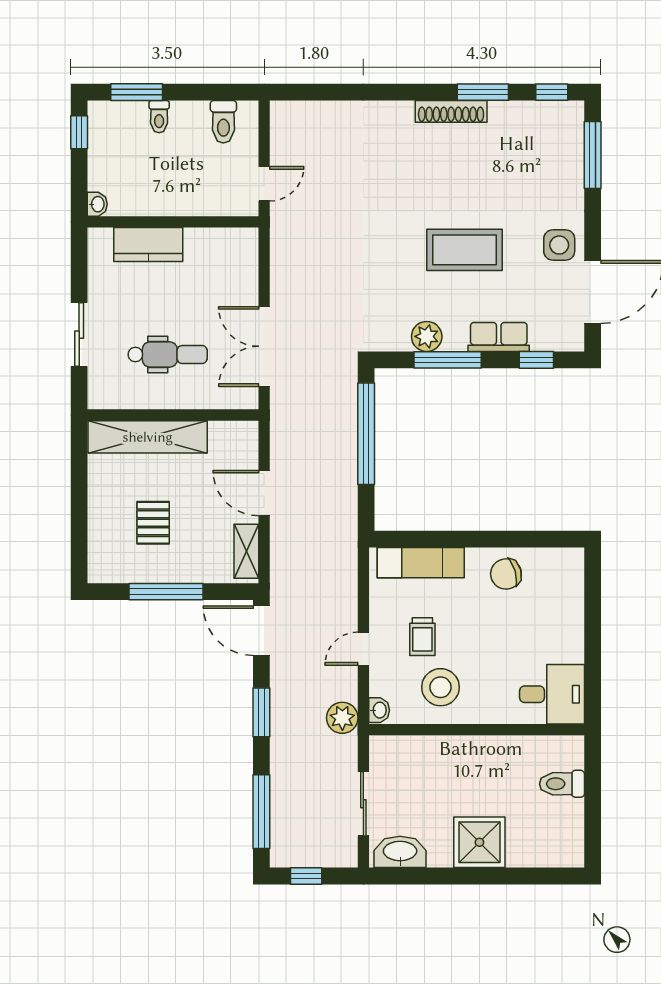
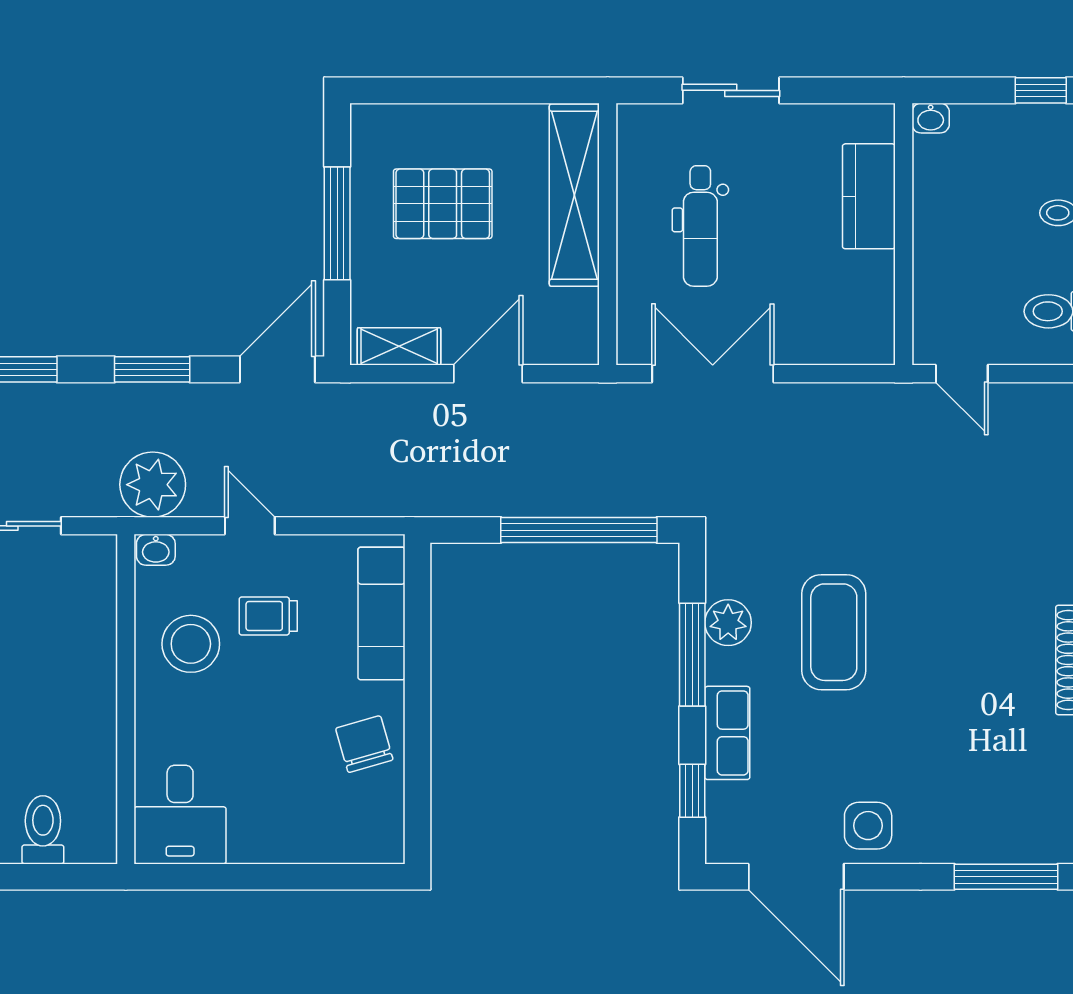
coffee table: (464, 250) -> (834, 632), moved
pallet: (153, 523) -> (443, 204), width x1.50, depth x1.42
plant: (342, 718) -> (153, 485), width x1.36, depth x1.36

